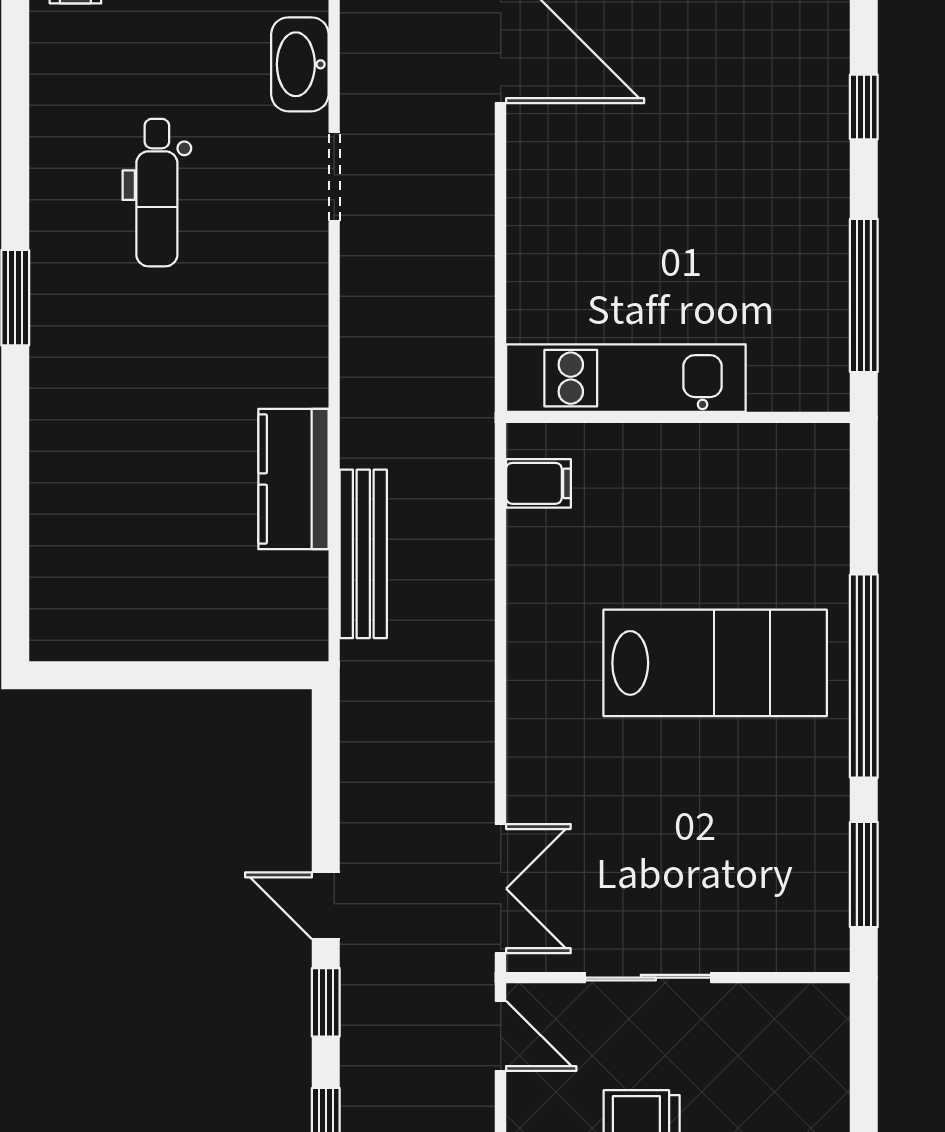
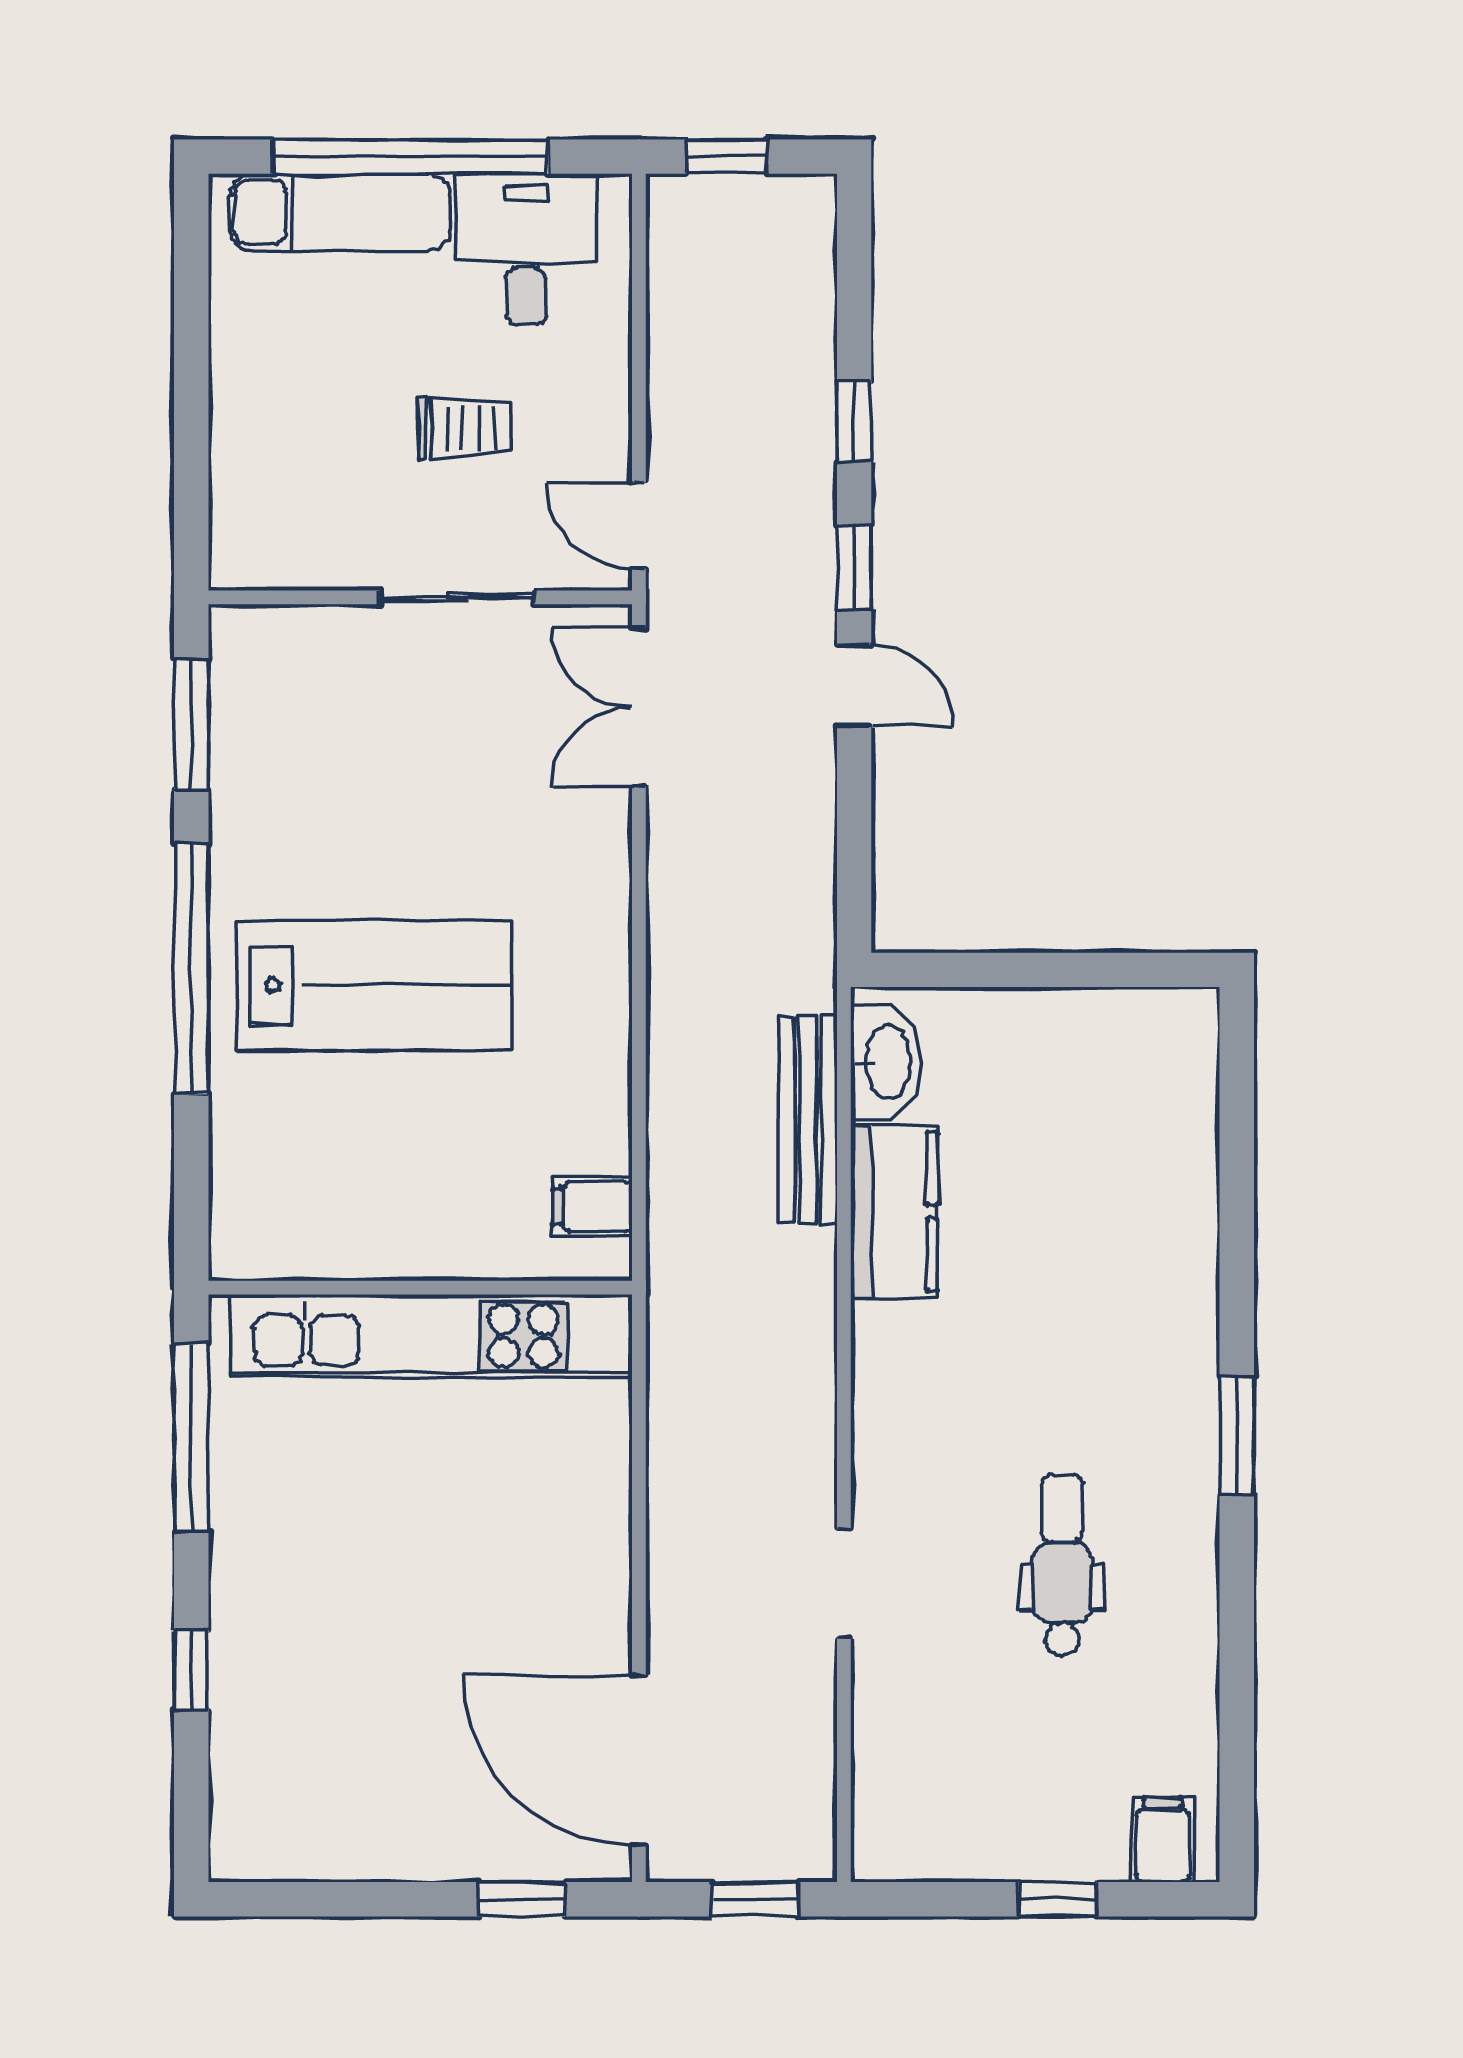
washbasin: (300, 64) -> (886, 1062), moved
kitchen unit: (626, 378) -> (431, 1336), width x1.36
lab bench: (715, 663) -> (374, 985), turned 180

